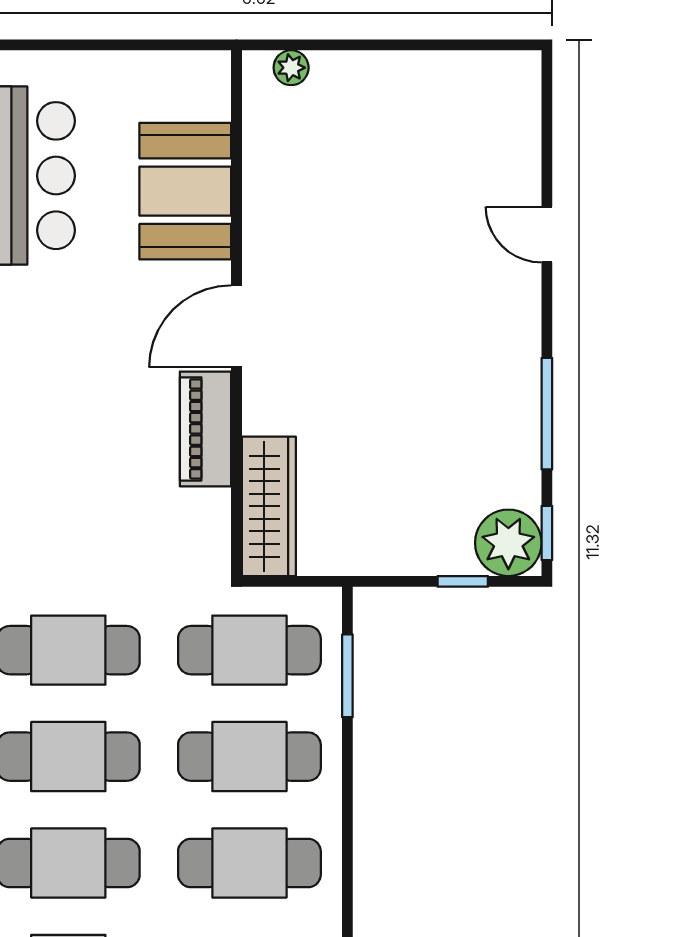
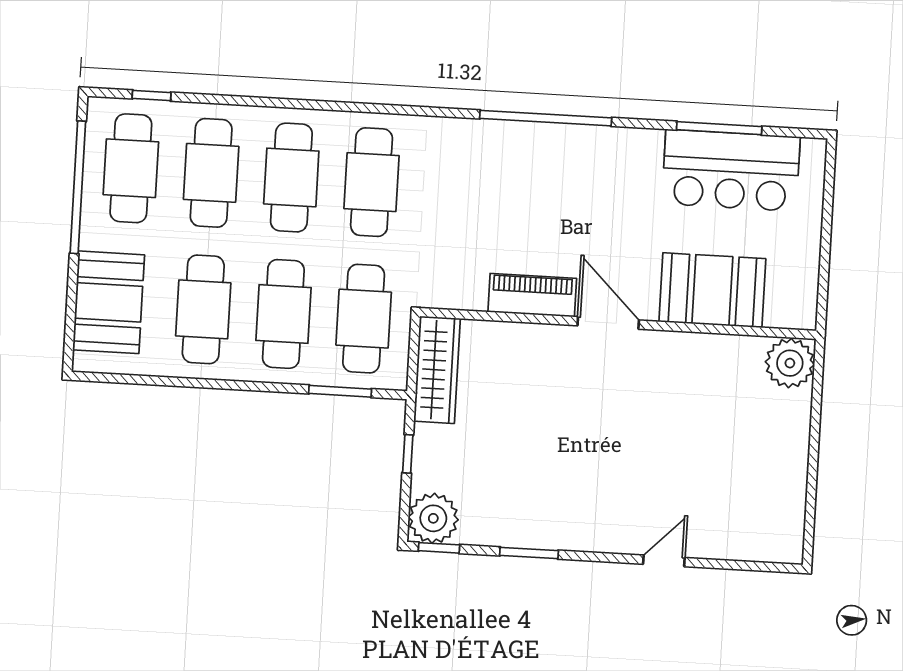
plant: (291, 68) -> (790, 363), width x1.87, depth x1.87
window: (547, 414) -> (529, 553), width x0.69
wardrobe: (269, 506) -> (437, 370), moved, turned -90
window: (463, 581) -> (408, 454), moved

